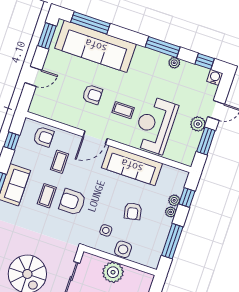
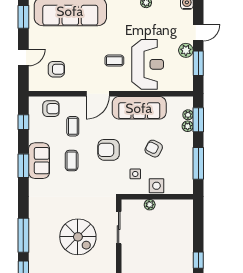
armchair: (92, 95) -> (56, 69), moved
reception desk: (155, 125) -> (148, 64), turned 180
window: (187, 197) -> (198, 120), width x1.50
armchair: (72, 202) -> (109, 150), moved
armchair: (133, 211) -> (154, 149), turned 129
plant: (171, 212) -> (188, 115), moved
plant: (113, 272) -> (150, 205), width x0.53, depth x0.53

